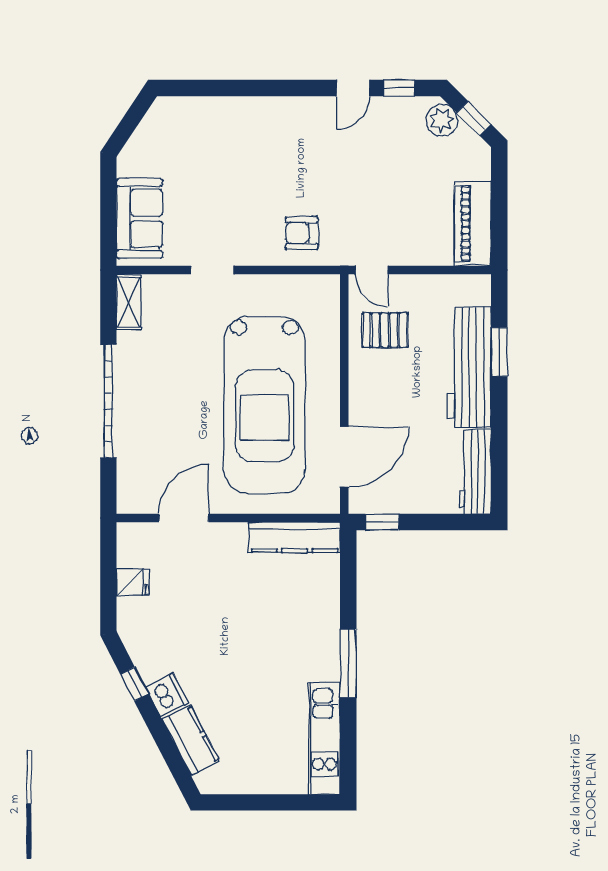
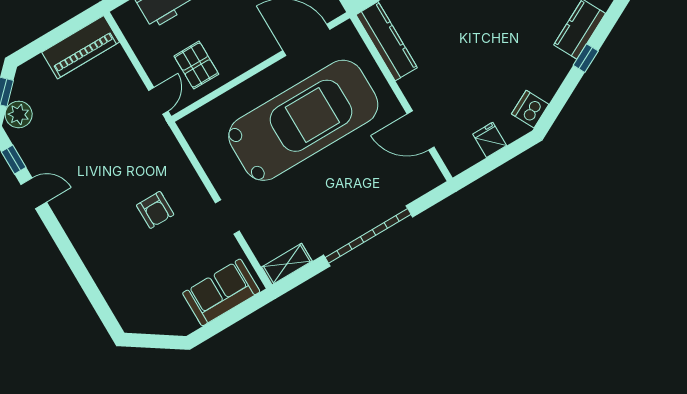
armchair: (302, 233) -> (155, 210), moved
window: (134, 684) -> (586, 58), moved
dishwasher: (167, 695) -> (530, 109), moved

